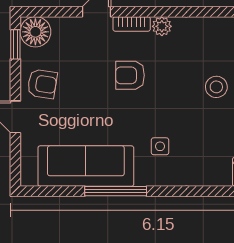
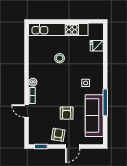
floor lamp: (35, 32) -> (35, 138), removed
armchair: (130, 75) -> (67, 113), moved

